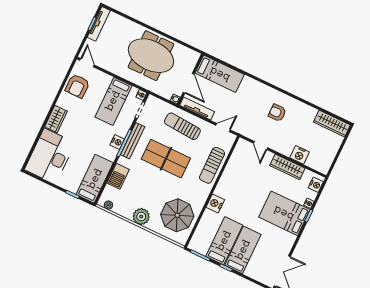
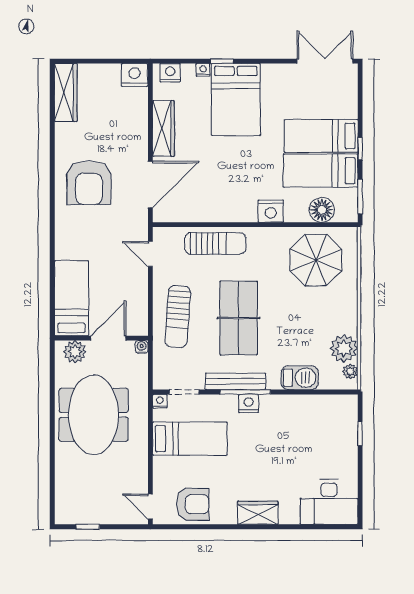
tv unit: (99, 24) -> (83, 517), removed
plant: (190, 62) -> (75, 352), added
door: (87, 63) -> (150, 506), hinge flipped
tv unit: (197, 108) -> (140, 307), removed
armchair: (277, 113) -> (89, 183), width x1.88, depth x1.88
door: (261, 145) -> (150, 184), width x1.88
nightstand: (300, 155) -> (134, 75), moved, turned -90
desk: (50, 156) -> (329, 502), width x0.73, depth x0.77
bed: (95, 179) -> (320, 411), removed
plant: (141, 217) -> (344, 348), moved
floor lamp: (203, 231) -> (322, 210), added

